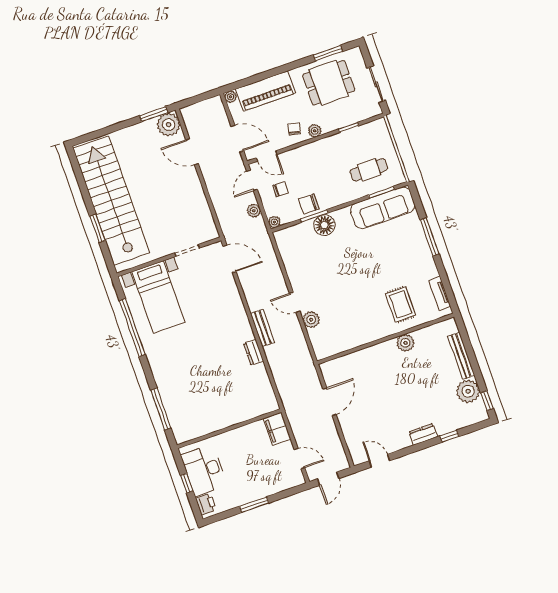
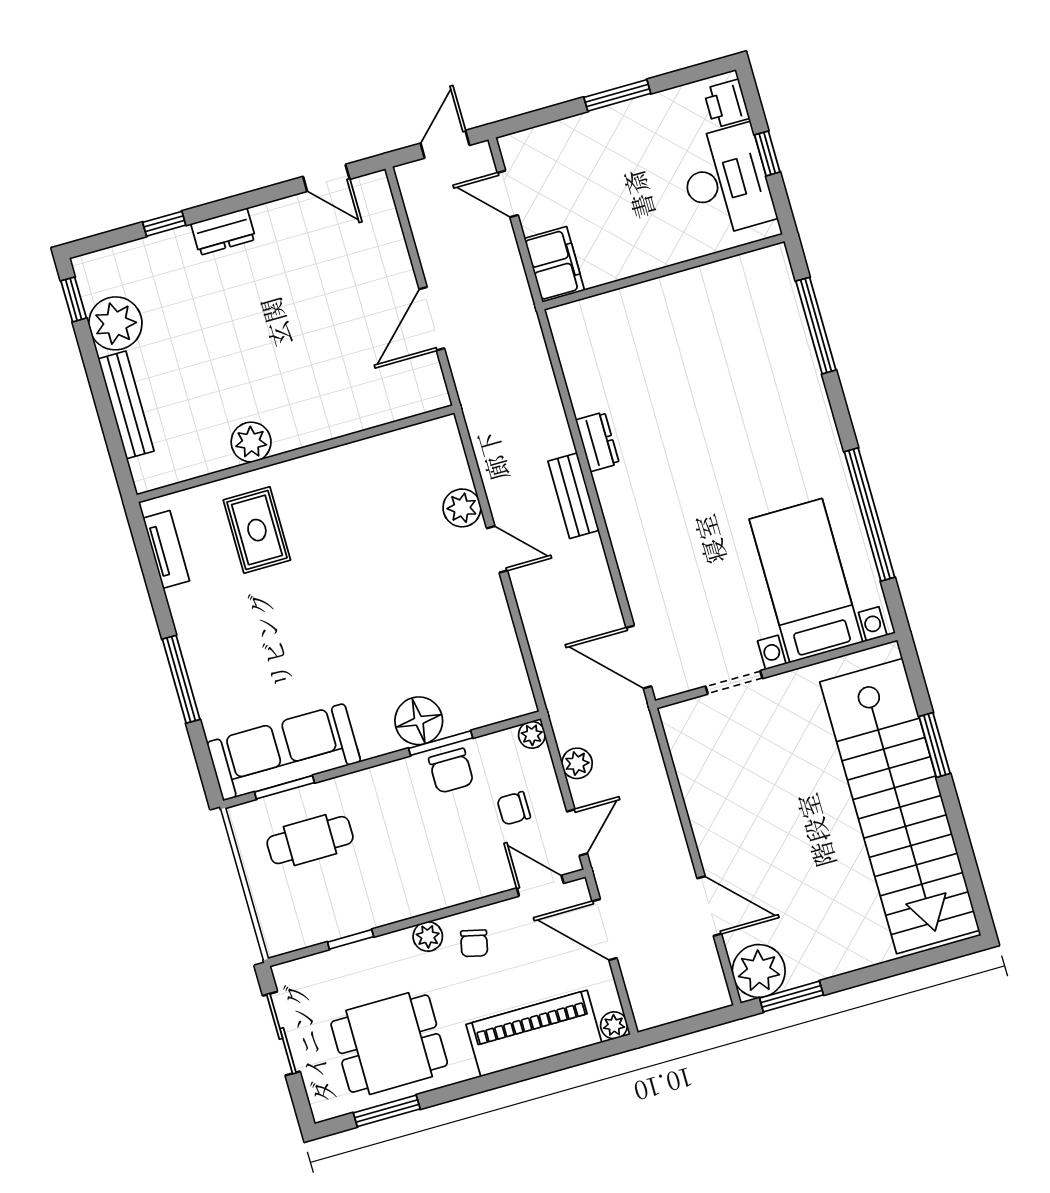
chair: (309, 204) -> (451, 771), turned 90

